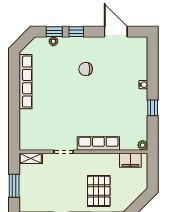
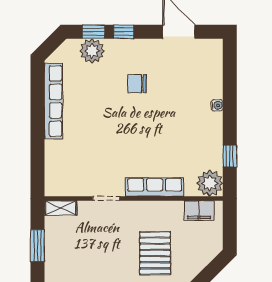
plant: (53, 41) -> (92, 51), width x1.88, depth x1.88
window: (153, 108) -> (230, 156), moved
plant: (143, 145) -> (210, 183), width x1.87, depth x1.87

